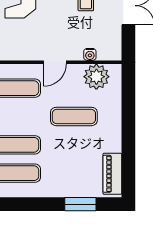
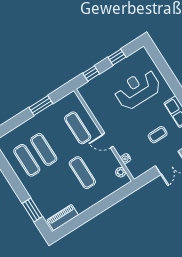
plant: (96, 77) -> (121, 172), width x0.53, depth x0.53

